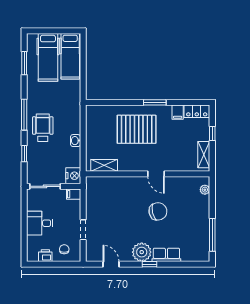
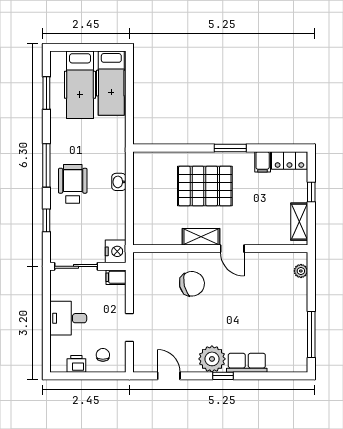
washbasin: (76, 141) -> (119, 182), moved
shelving: (104, 165) -> (201, 237), moved
chair: (158, 211) -> (192, 284), moved

